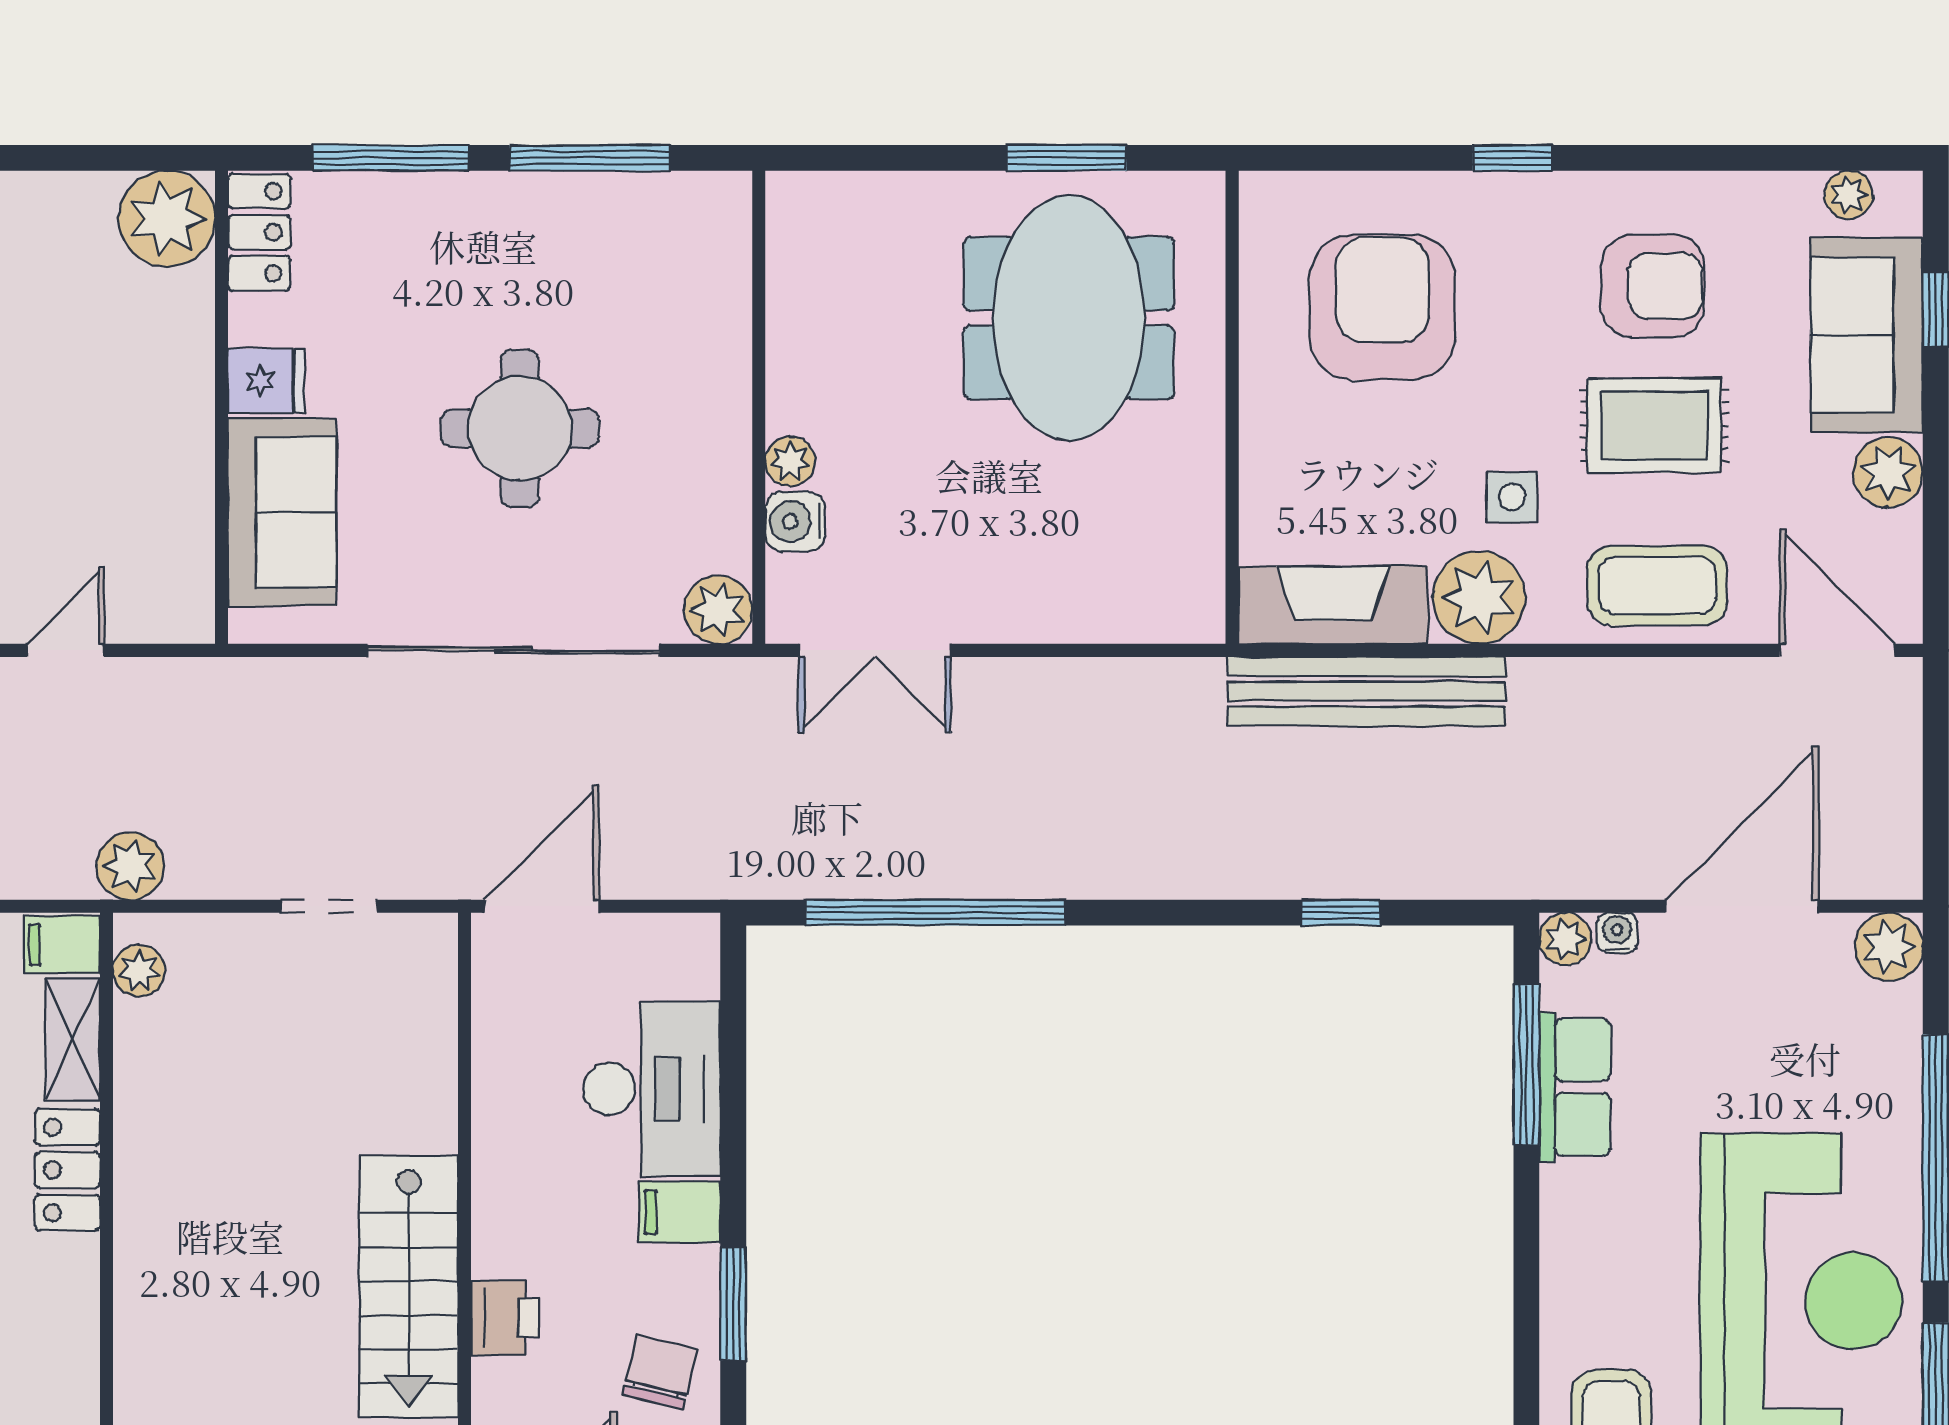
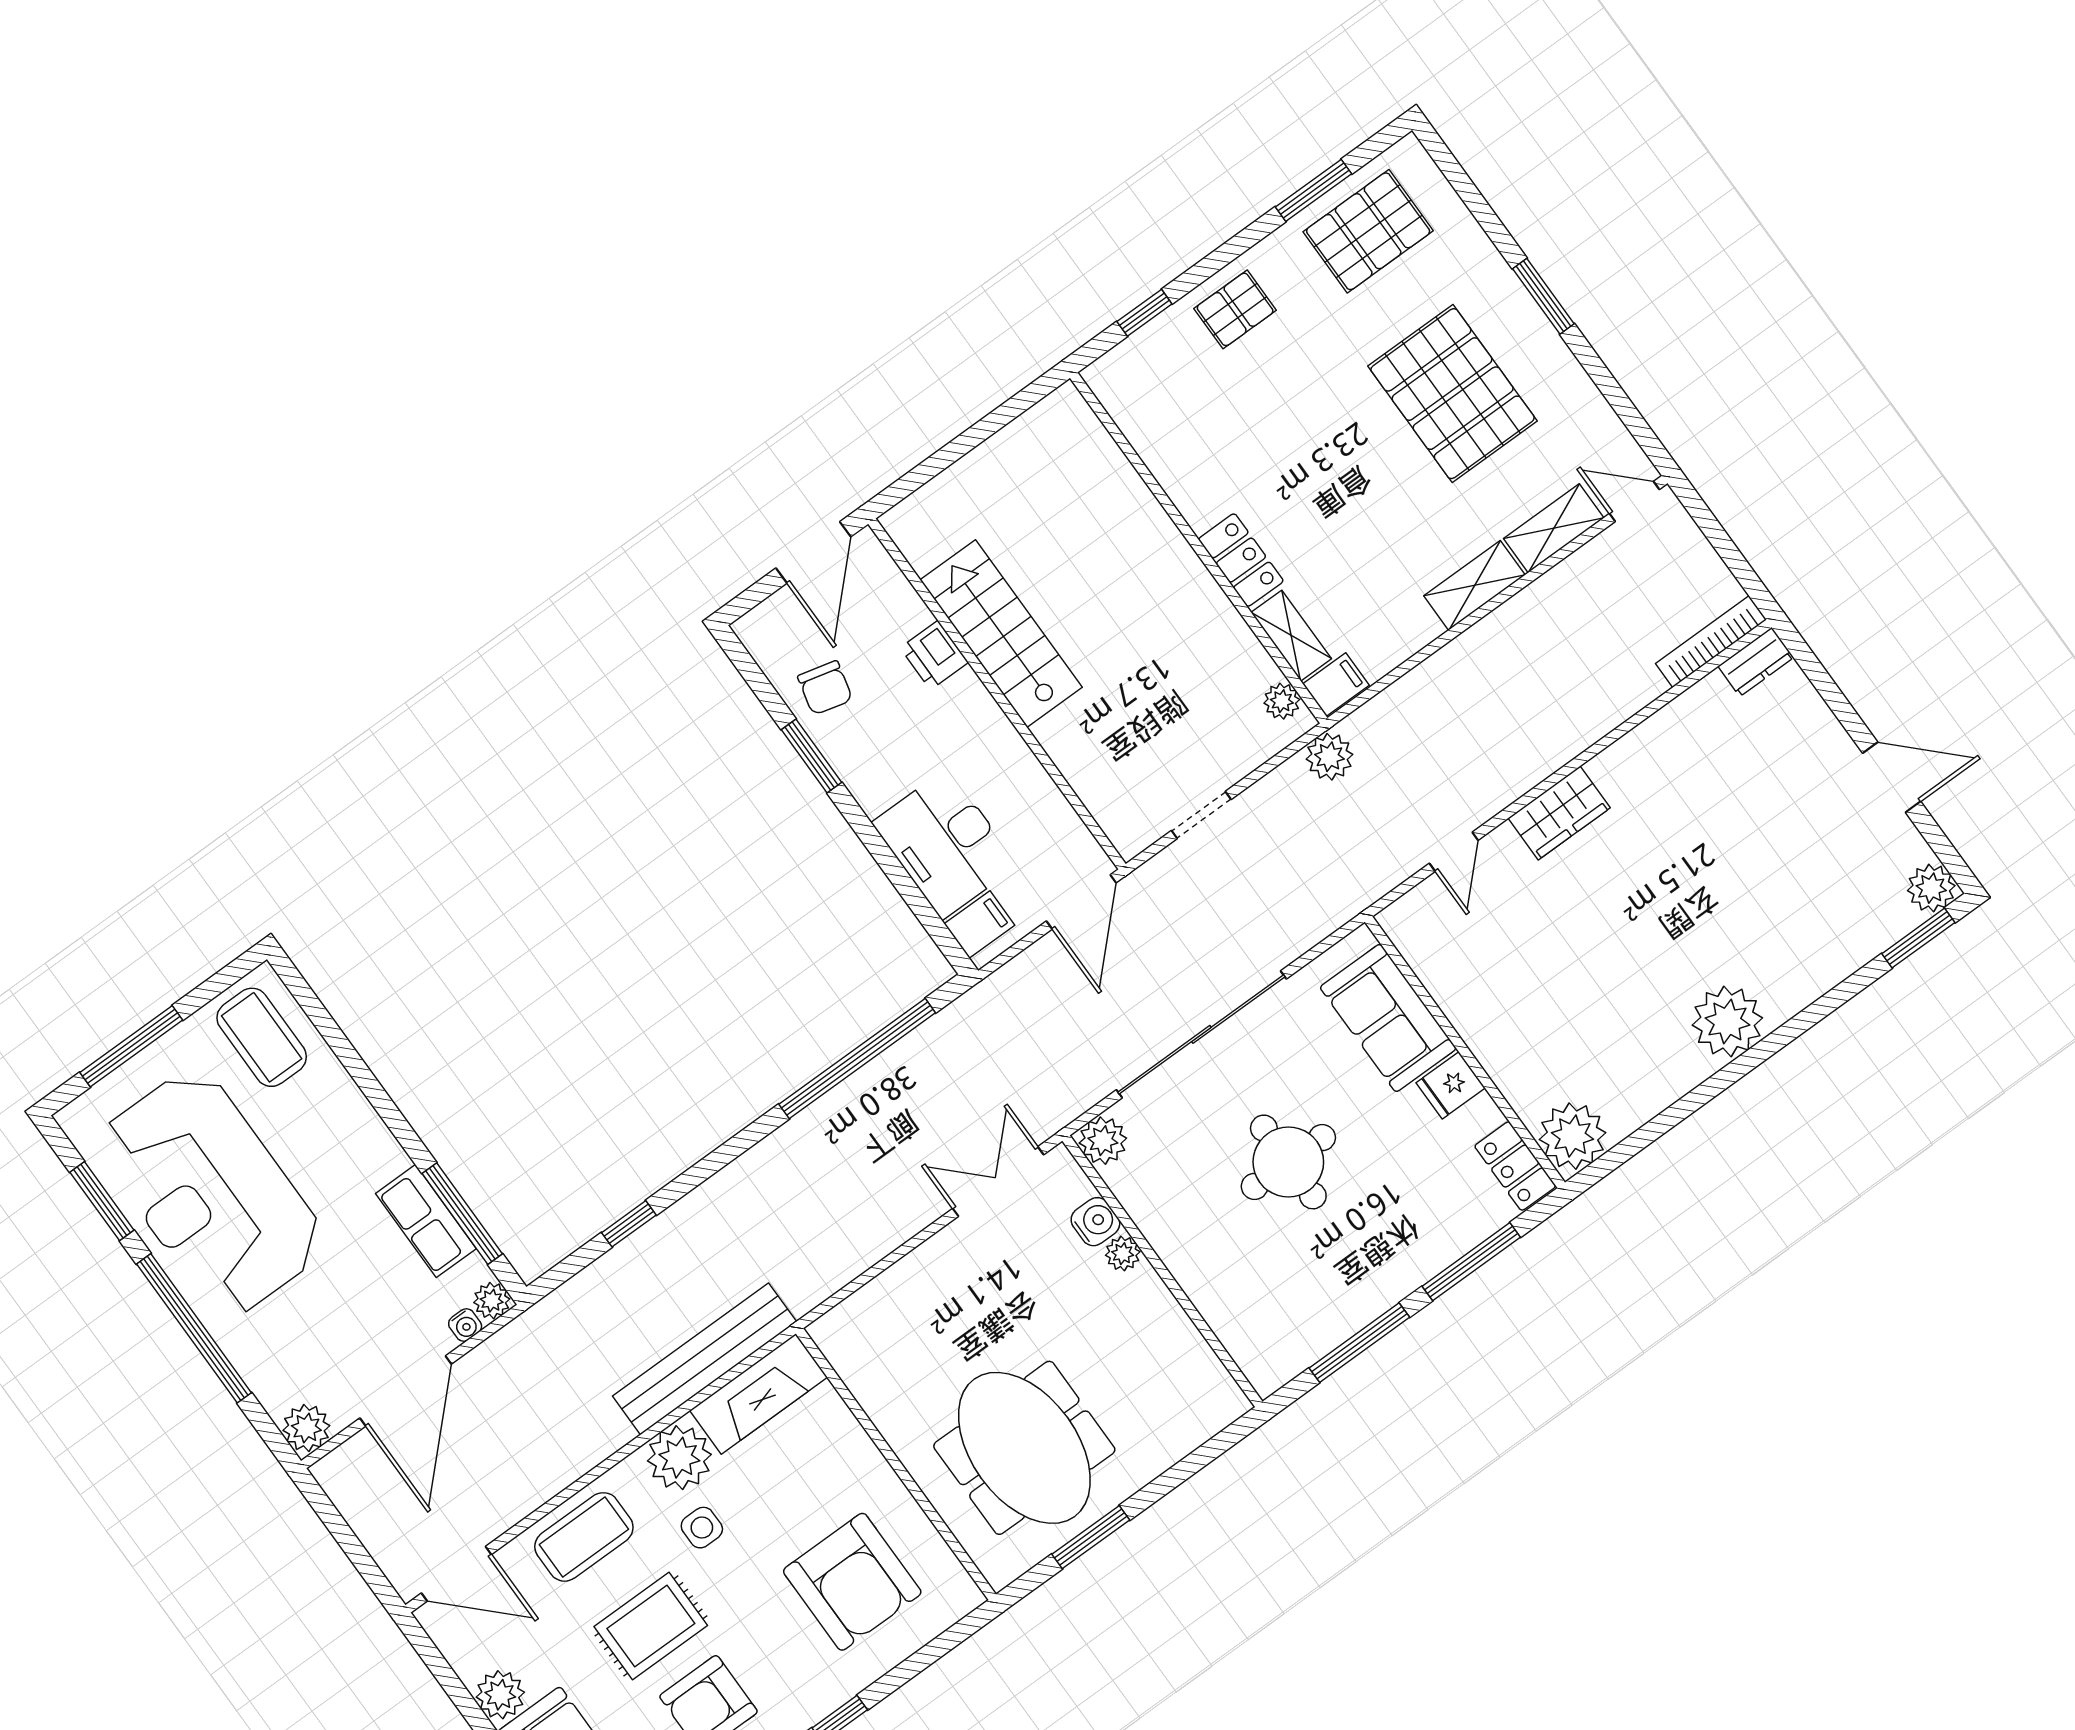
filing cabinet: (680, 1212) -> (979, 924), moved

